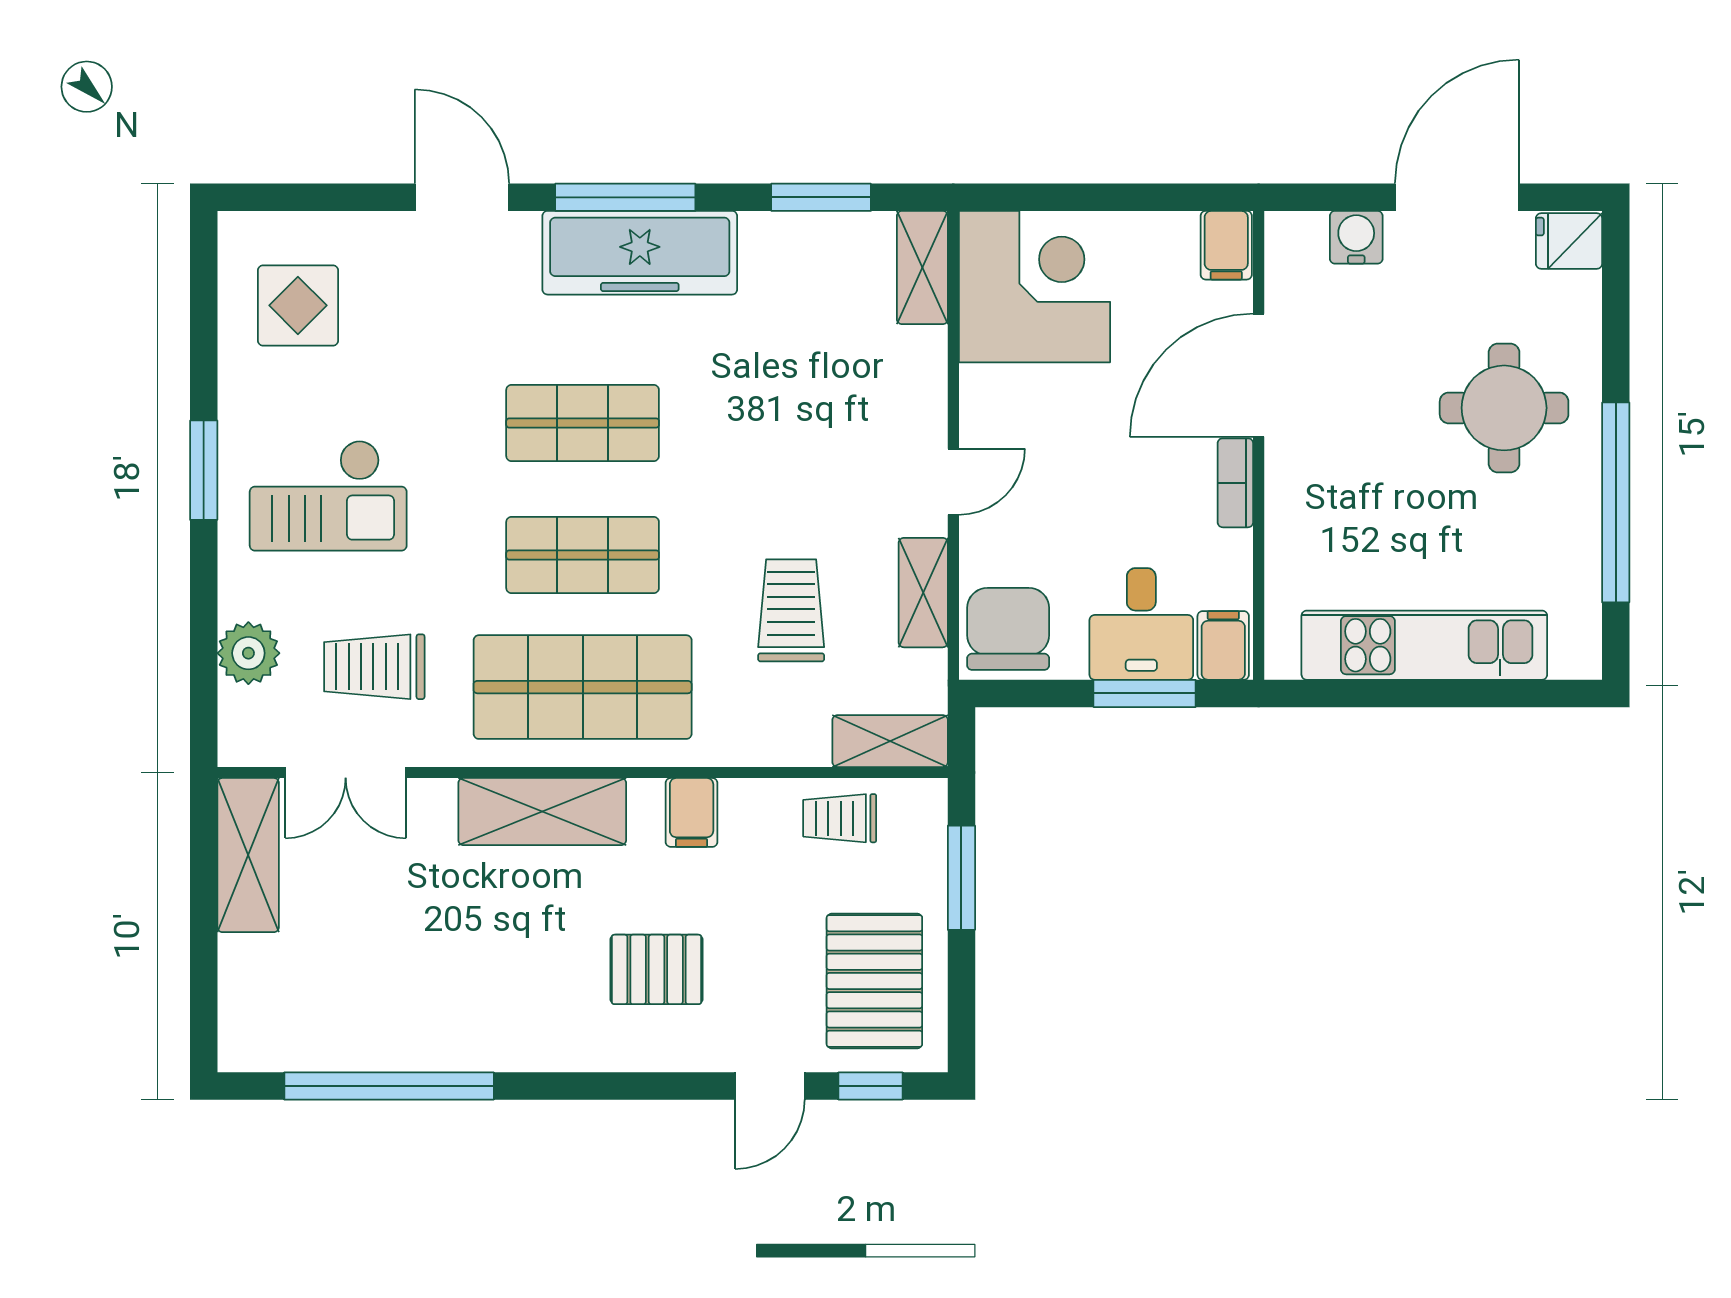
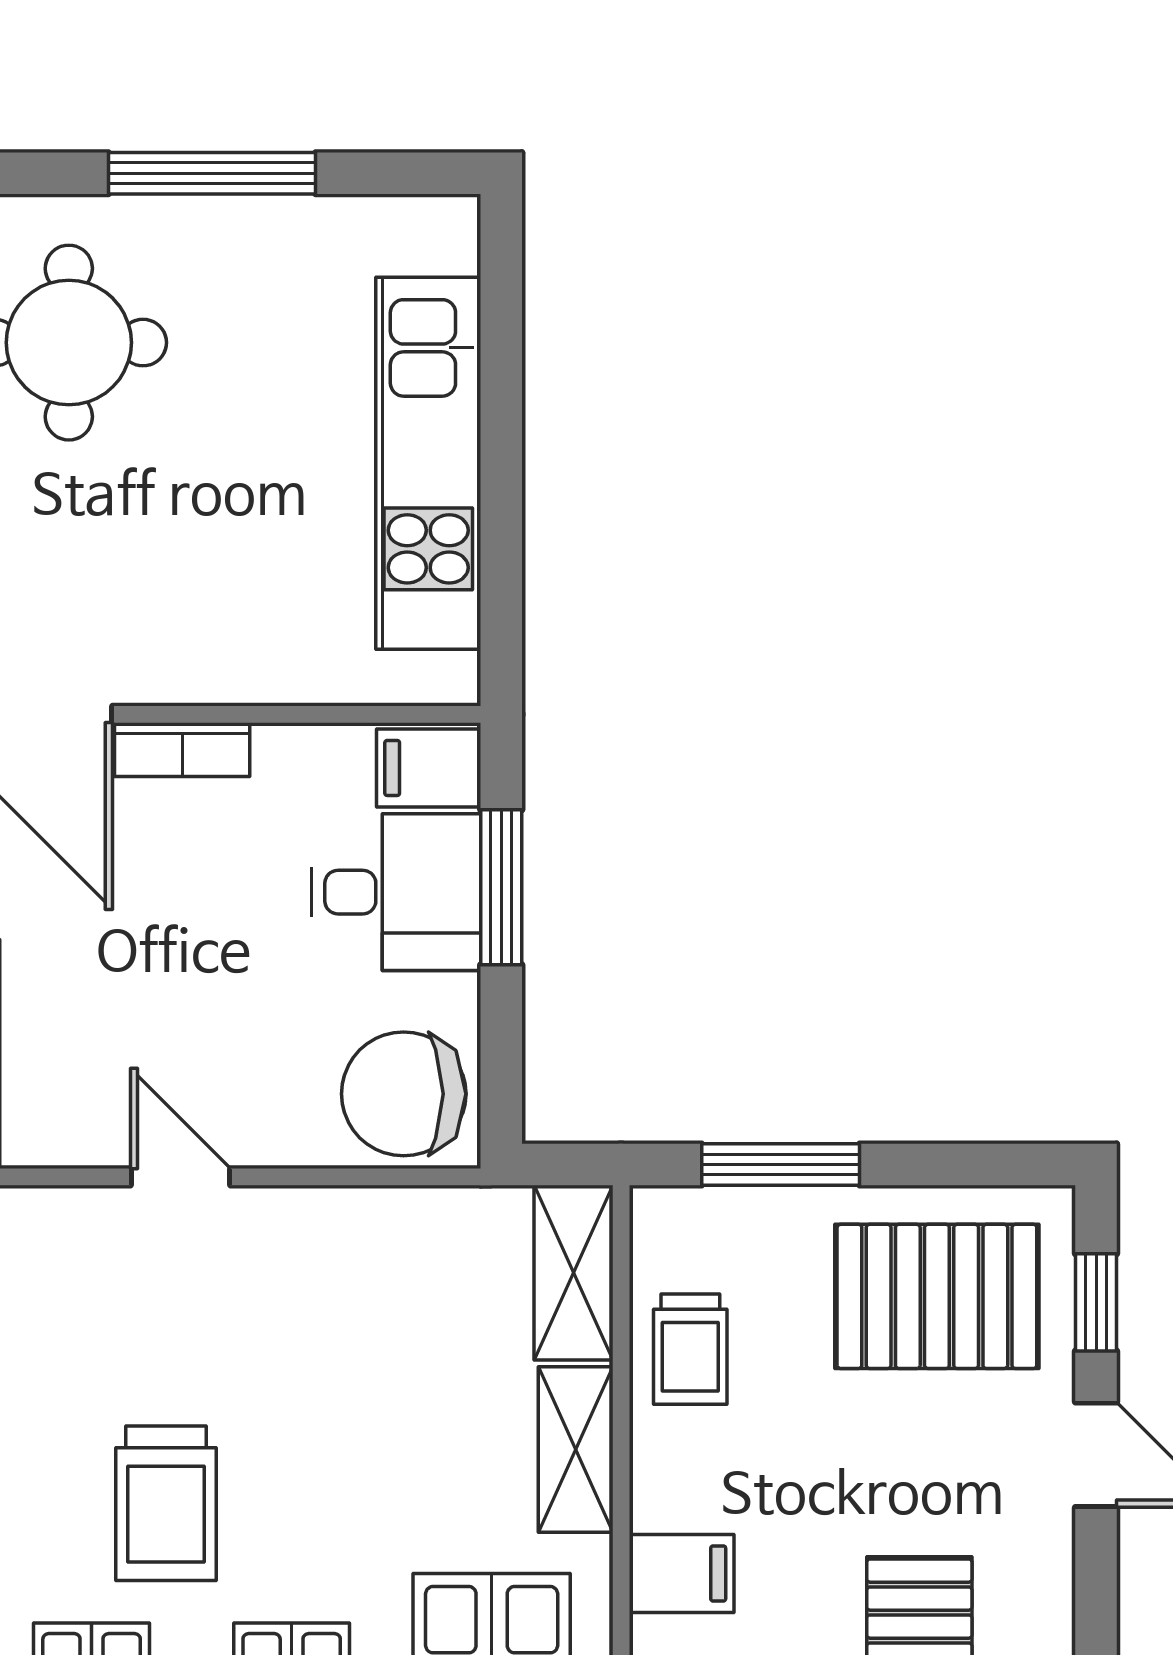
window: (1616, 502) -> (212, 173), width x0.68
shelving: (923, 593) -> (576, 1449), moved, turned 90
trolley: (791, 610) -> (166, 1503), moved, turned -90

